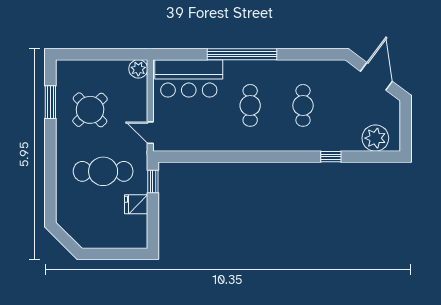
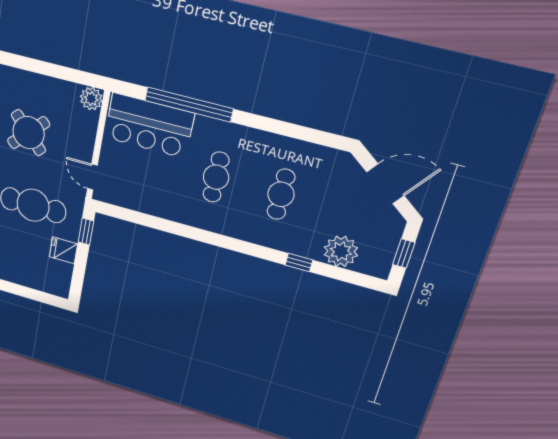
window: (242, 54) -> (189, 104), moved
door: (376, 76) -> (385, 184), hinge flipped
window: (406, 126) -> (404, 254), added
plant: (375, 138) -> (341, 251), moved

